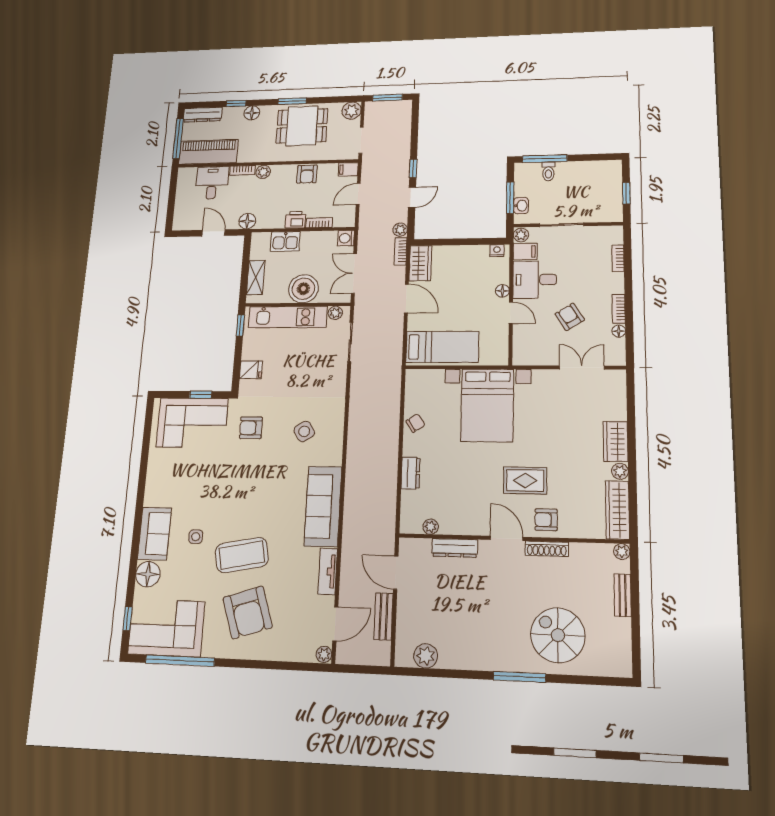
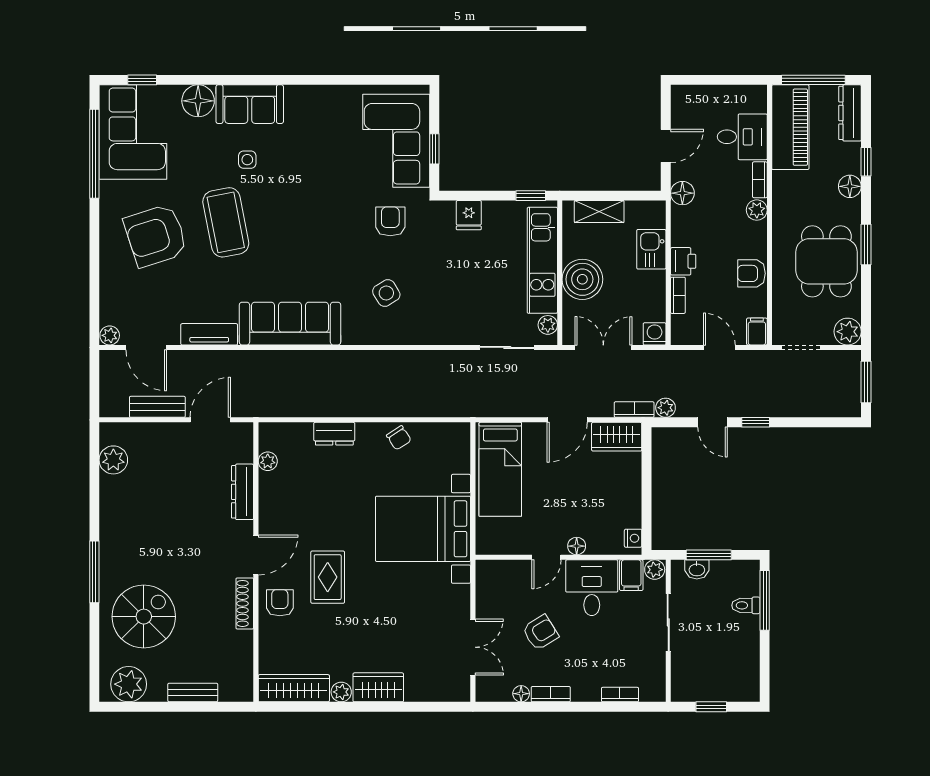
plant: (622, 552) -> (129, 684), moved, width x1.87, depth x1.87

